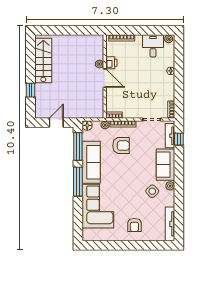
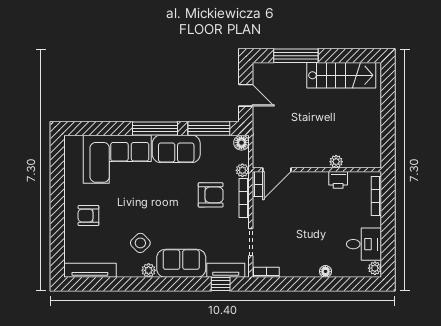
door: (105, 78) -> (277, 170), moved
window: (31, 90) -> (296, 56), width x2.17
armchair: (121, 146) -> (211, 195), turned -90
sofa: (91, 162) -> (176, 149), width x0.73

